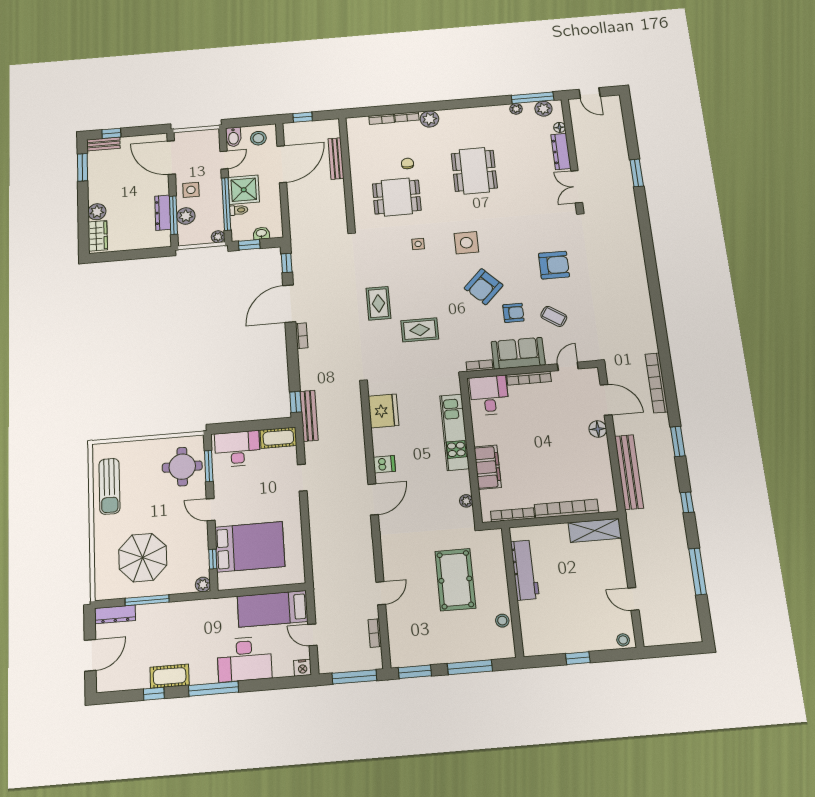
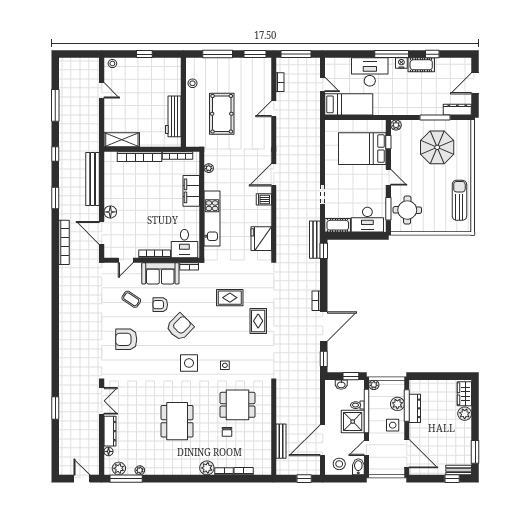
nightstand: (303, 668) -> (401, 63), moved

